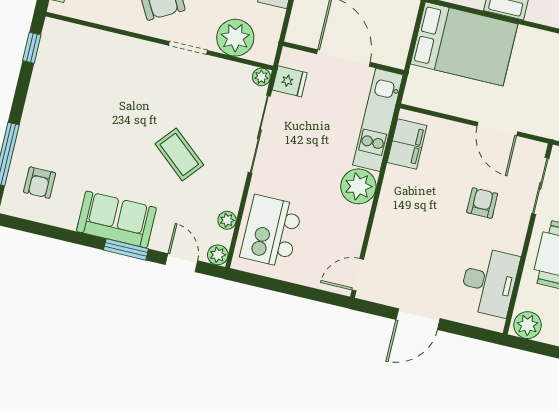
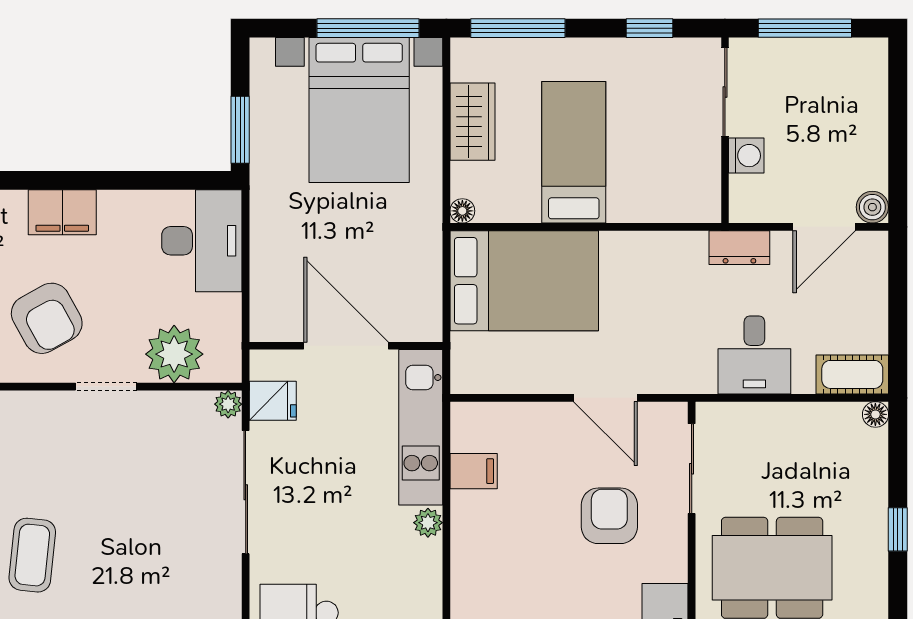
filing cabinet: (407, 144) -> (474, 471), width x0.50
coffee table: (179, 154) -> (32, 555), moved, turned 56
plant: (358, 186) -> (428, 523), width x0.53, depth x0.53
armchair: (482, 203) -> (609, 516), width x1.38, depth x1.38

